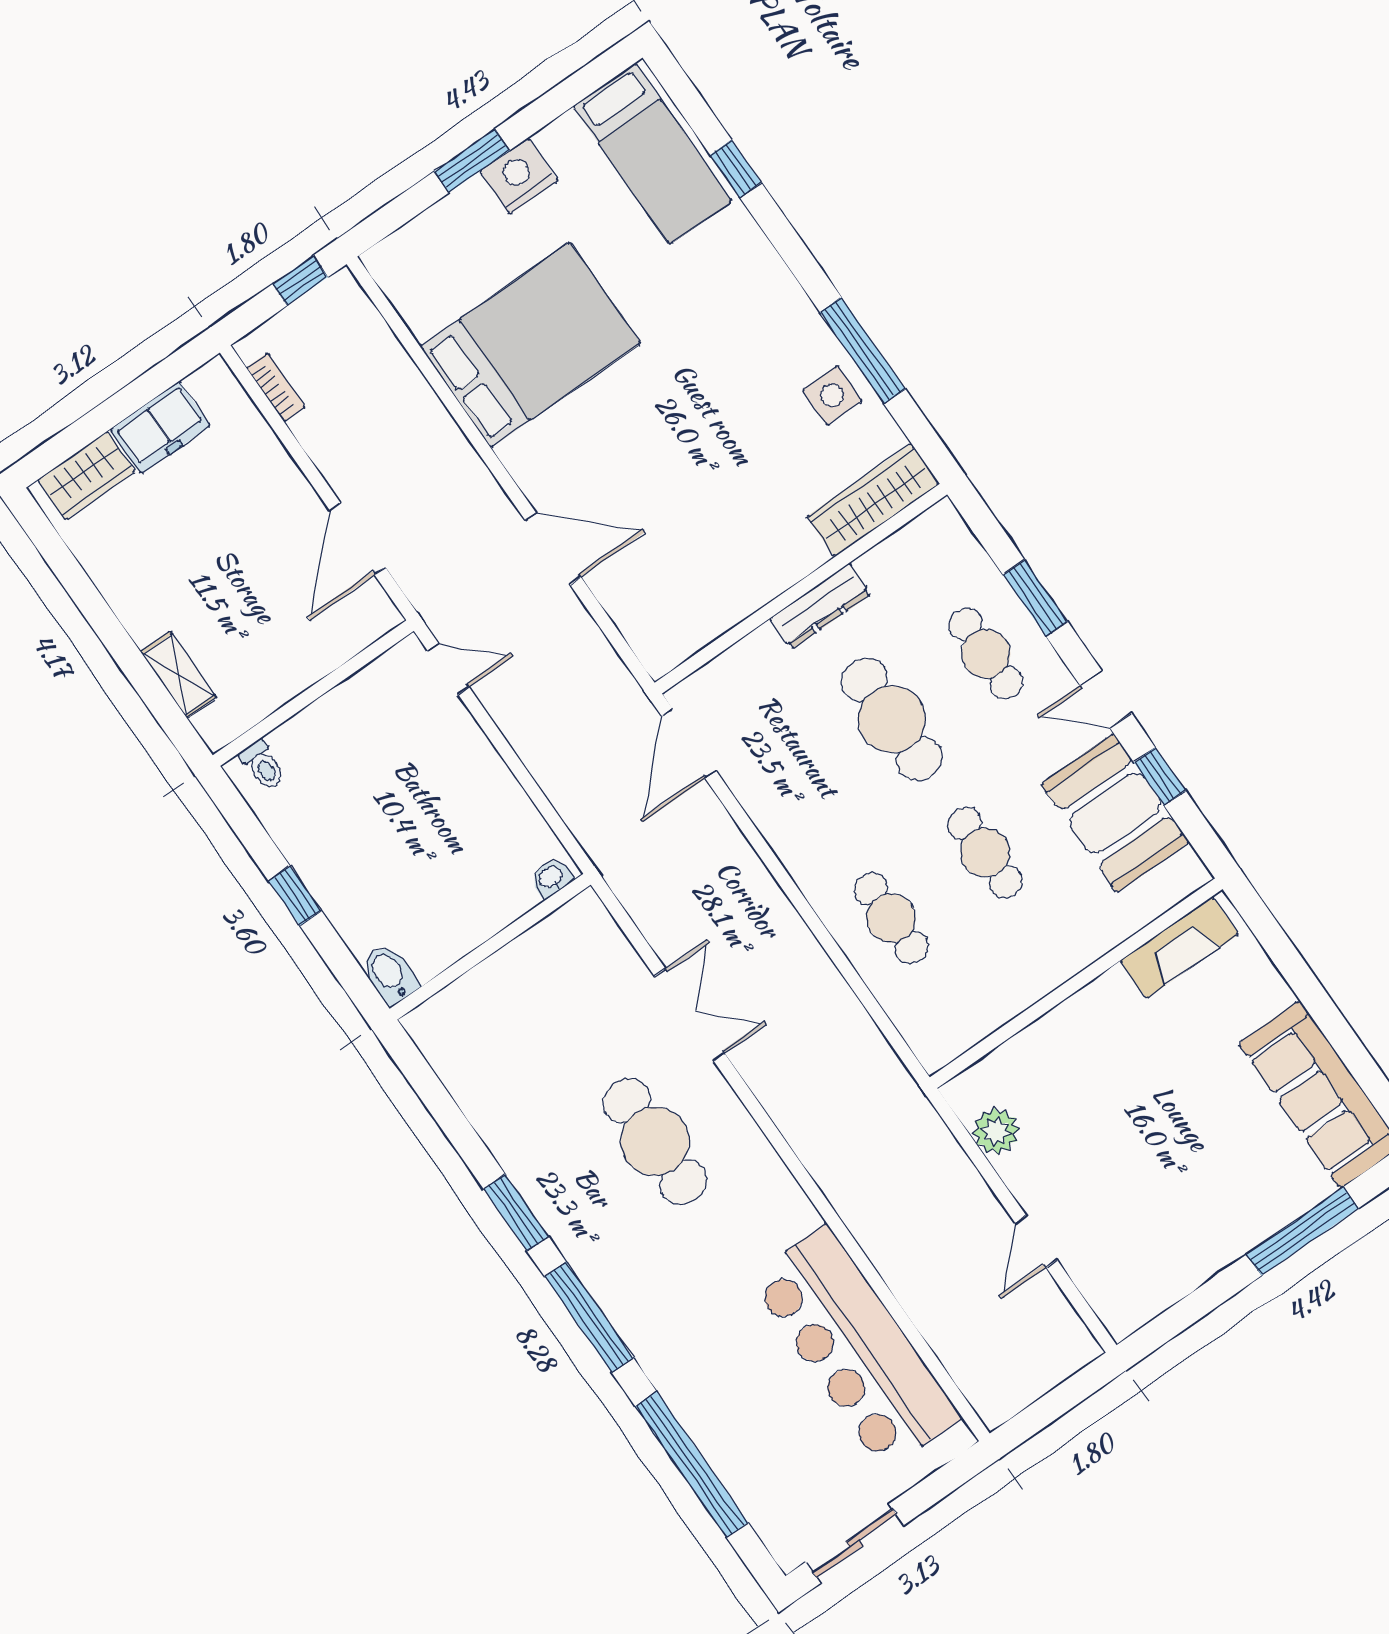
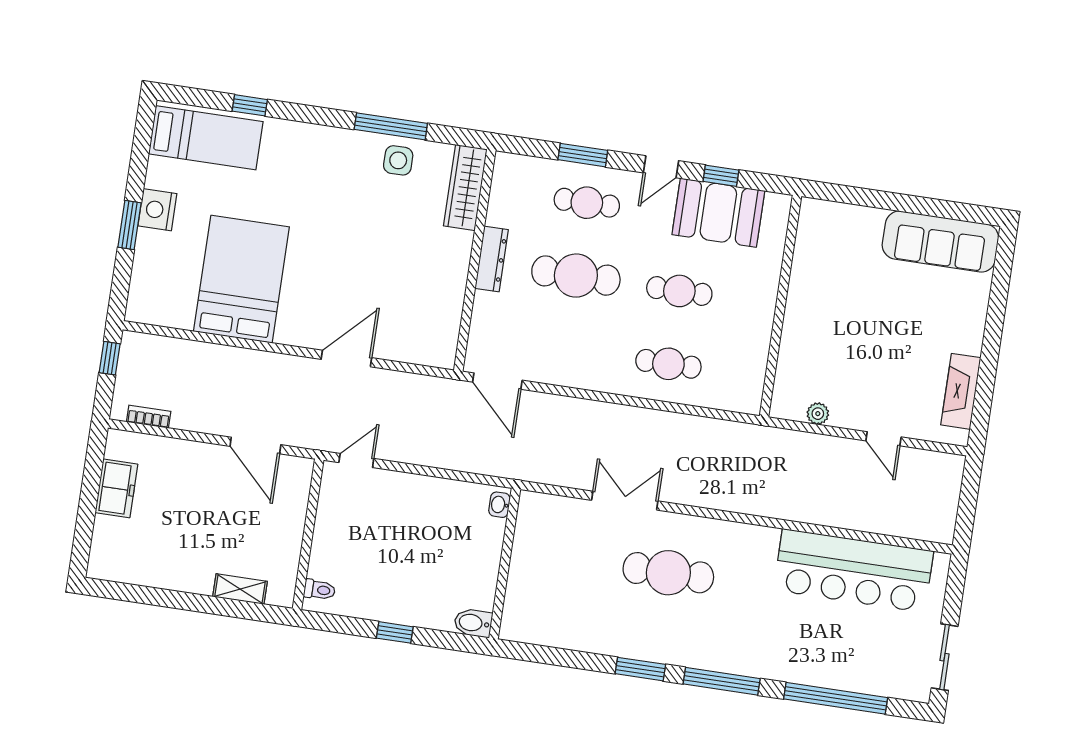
wardrobe: (86, 476) -> (106, 544), removed
fireplace: (1179, 947) -> (961, 391), moved, turned 180
plant: (996, 1131) -> (818, 414), width x0.73, depth x0.73
window: (1303, 1231) -> (996, 310), removed

